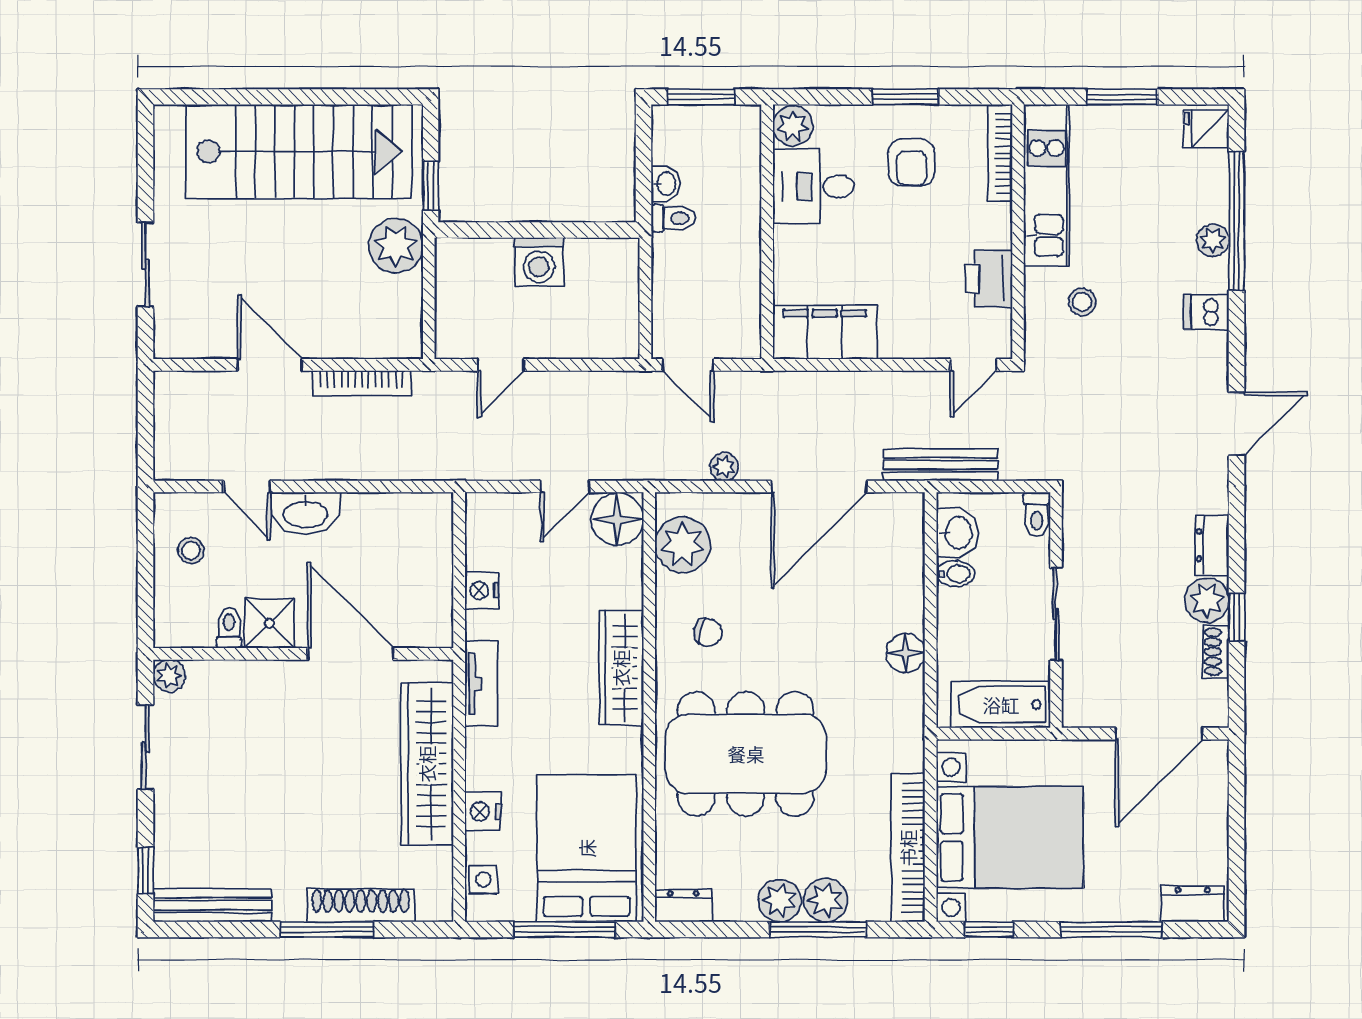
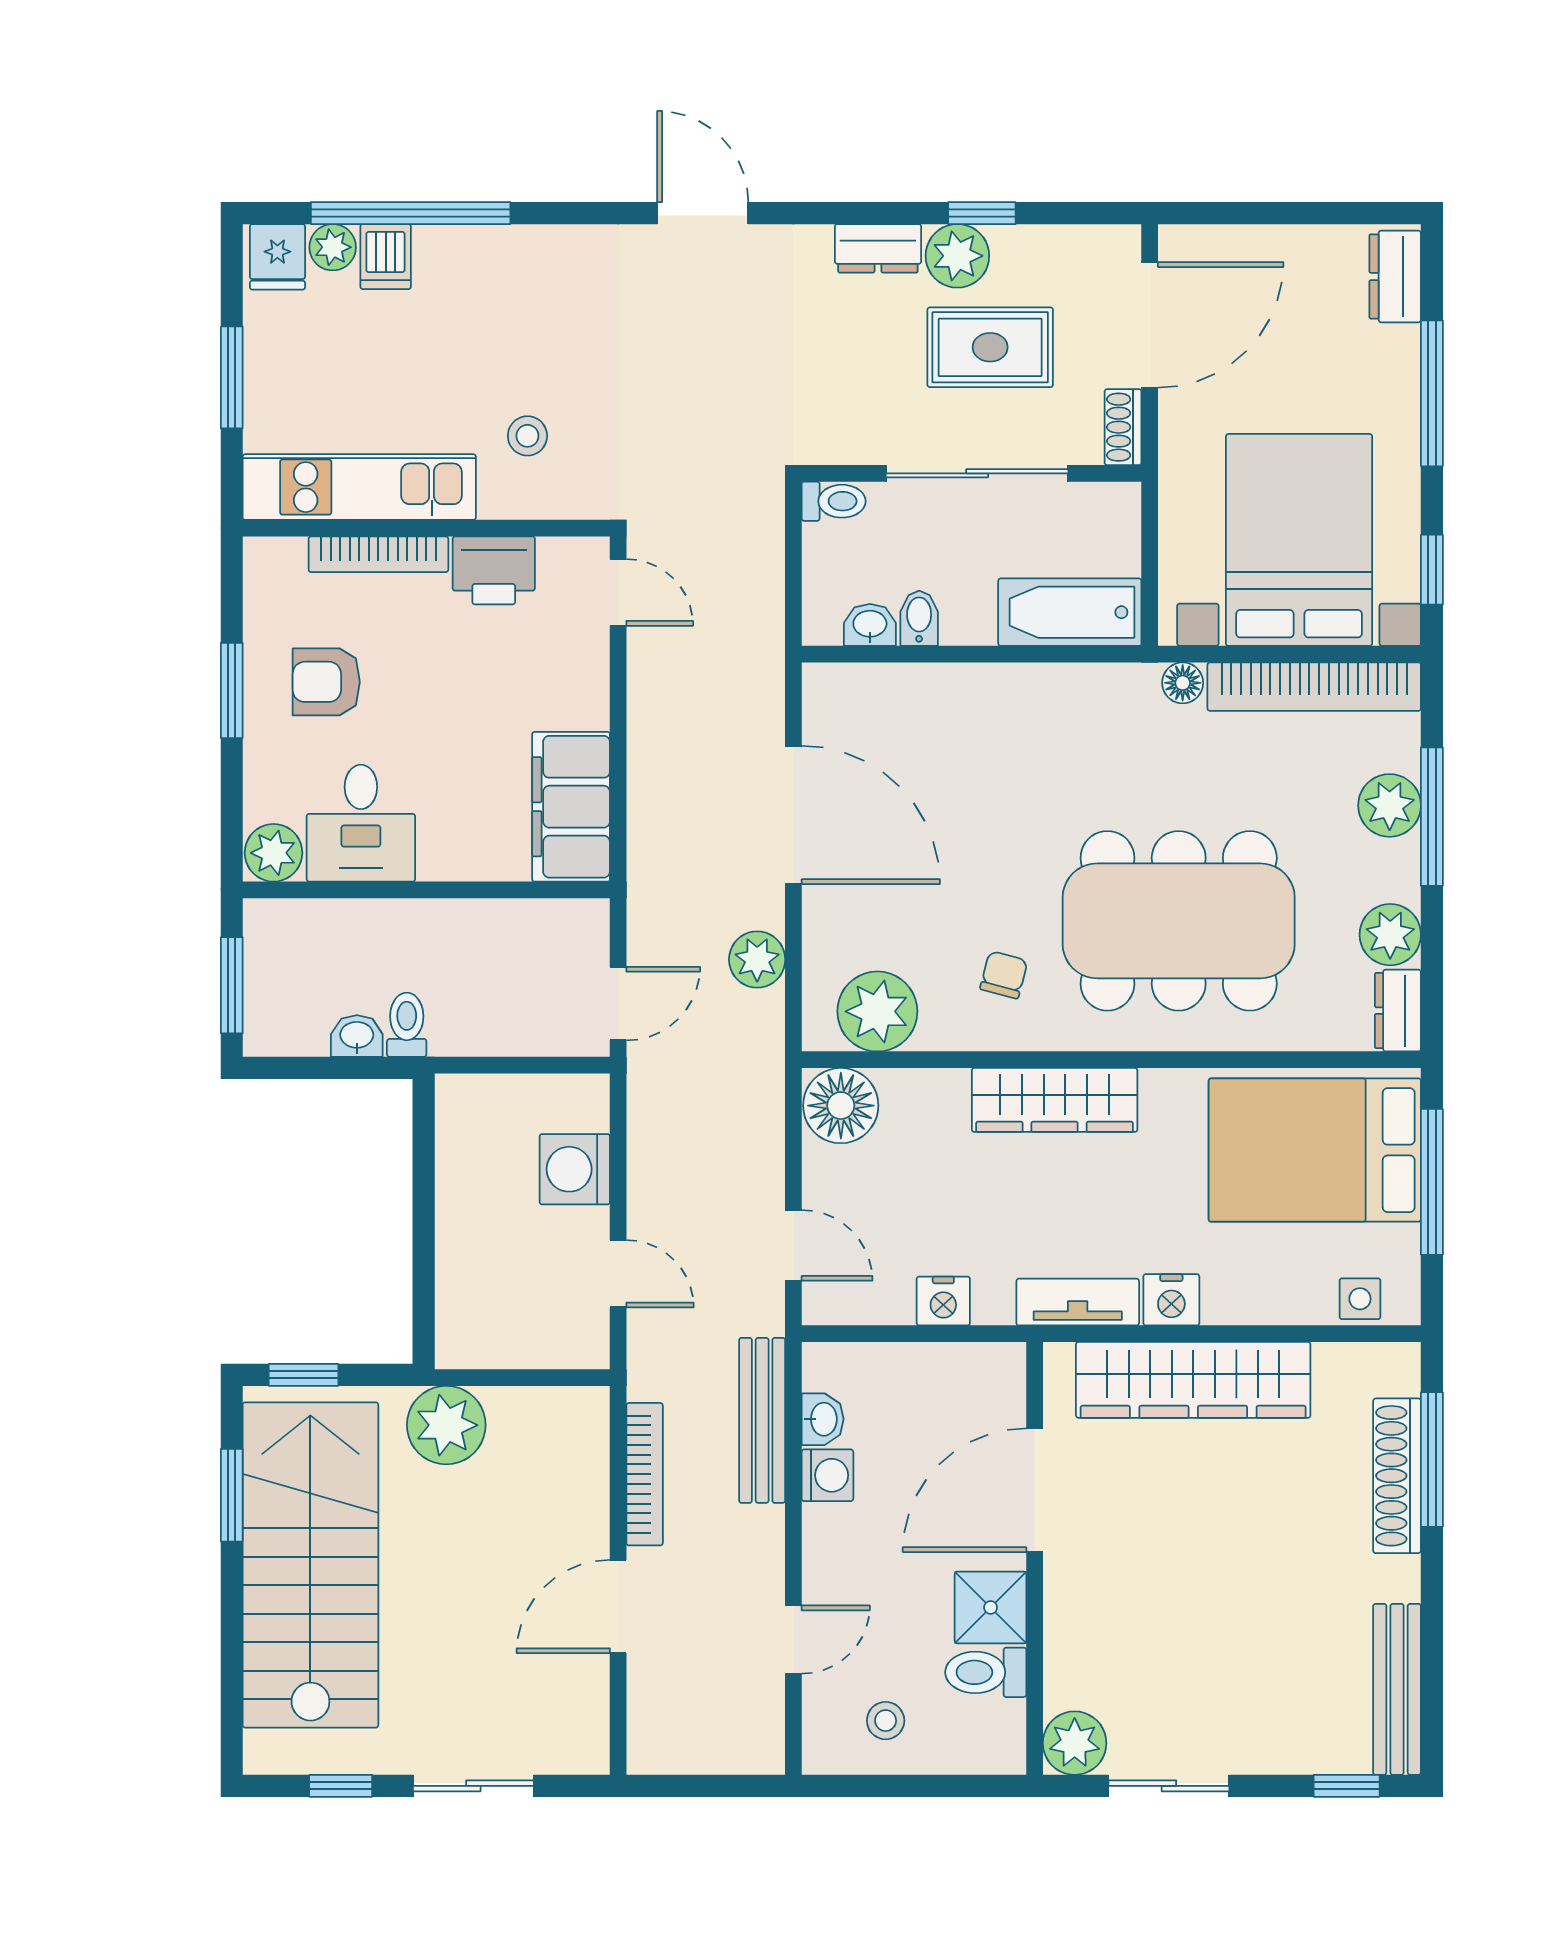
window: (347, 97) -> (232, 1495), added
bookcase: (1000, 153) -> (378, 554), moved
armchair: (911, 162) -> (326, 682), turned 180
window: (146, 172) -> (341, 1786), added
window: (431, 186) -> (303, 1375), moved
plant: (1213, 240) -> (333, 247), moved
washing machine: (539, 262) -> (575, 1169), moved, turned 180
dishwasher: (1206, 312) -> (386, 257), moved
bench: (940, 465) -> (762, 1420), moved
plant: (724, 467) -> (757, 959), width x1.38, depth x1.38
door: (565, 487) -> (793, 1245), moved
washing machine: (361, 510) -> (827, 1475), added
washbasin: (306, 513) -> (823, 1419), moved, width x0.52, depth x0.69
washbasin: (957, 533) -> (870, 625), width x0.72, depth x0.69
sliding door: (1056, 614) -> (977, 473), width x1.37
rug: (1143, 623) -> (990, 347), added
toilet: (229, 628) -> (986, 1672), width x1.37, depth x1.39
shoe rack: (1216, 652) -> (1123, 427), moved, turned 90
floor lamp: (905, 653) -> (1183, 683), moved, width x0.73, depth x0.73
plant: (169, 676) -> (1075, 1743), width x1.38, depth x1.38
bathtub: (1001, 705) -> (1070, 612), moved, turned 90
door: (1159, 734) -> (1150, 325), hinge flipped
dining table: (746, 754) -> (1179, 921), turned 90
nightstand: (483, 812) -> (1171, 1300), moved
plant: (780, 901) -> (1390, 935), moved
window: (327, 929) -> (1432, 1459), moved

